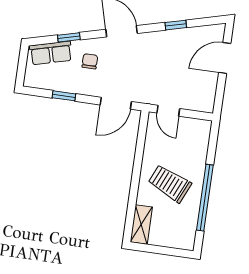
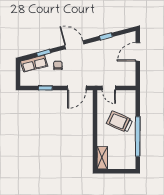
trolley: (170, 183) -> (120, 122), moved

